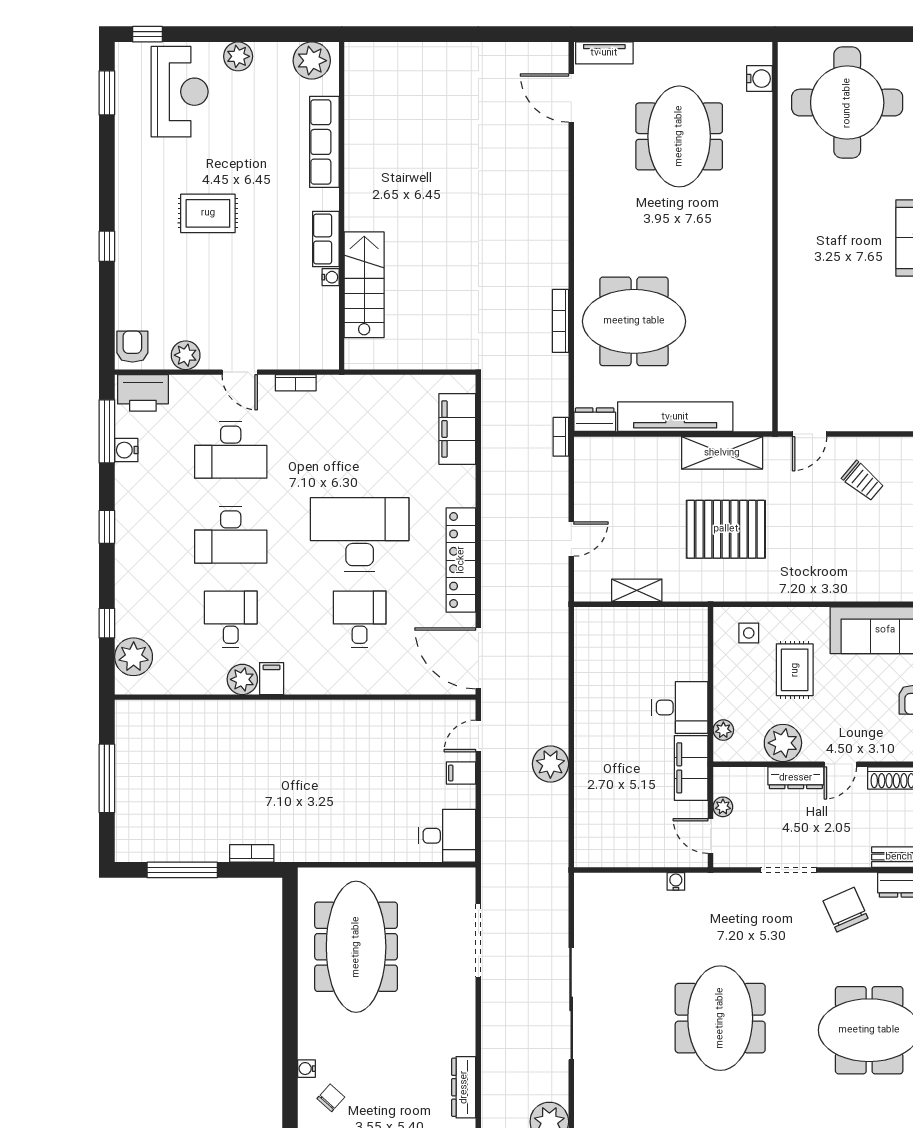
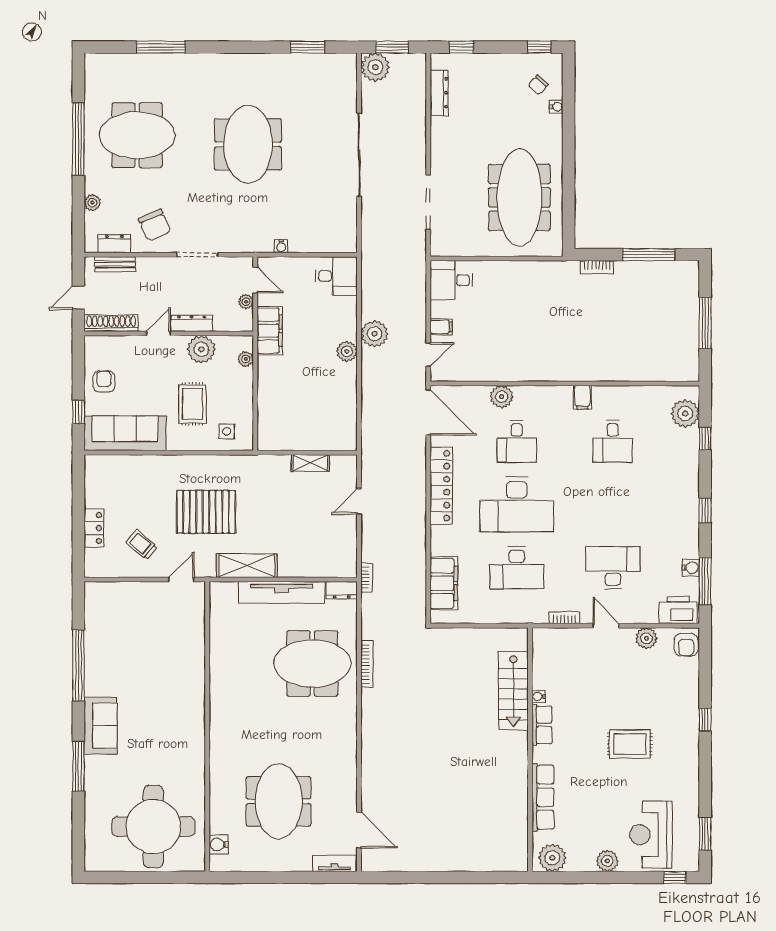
pallet: (726, 529) -> (206, 512), moved
desk: (231, 535) -> (517, 568), moved, turned 180
plant: (242, 679) -> (502, 397), moved
desk: (680, 707) -> (336, 276), moved, turned 180
plant: (588, 740) -> (347, 351), added

